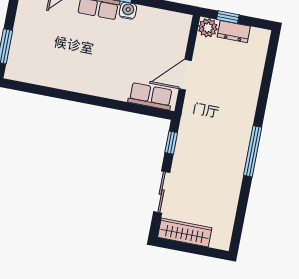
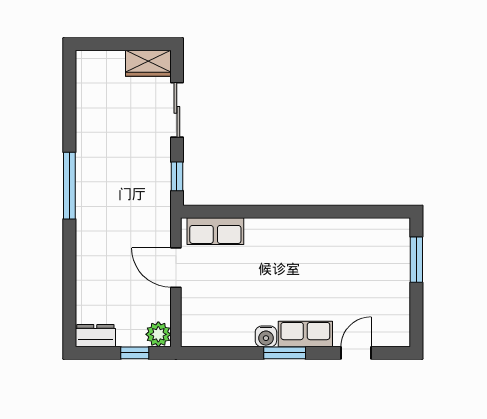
dresser: (234, 32) -> (95, 336), moved
door: (185, 75) -> (176, 268), swing flipped
wardrobe: (185, 232) -> (148, 63), width x0.67

